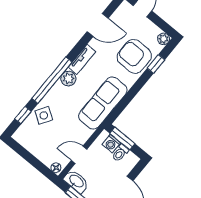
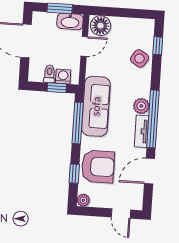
window: (52, 80) -> (153, 119), moved
window: (126, 100) -> (78, 123), added
window: (122, 138) -> (57, 88), width x0.67
floor lamp: (56, 168) -> (101, 26), width x1.89, depth x1.89

